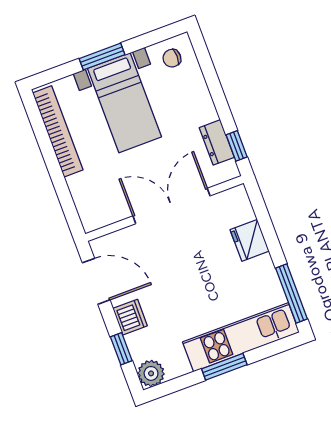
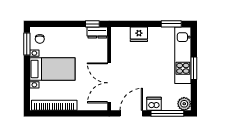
window: (102, 57) -> (27, 44), moved
dresser: (217, 142) -> (97, 33), moved
double door: (171, 206) -> (109, 83), moved
window: (291, 294) -> (171, 24), width x0.69
window: (121, 349) -> (167, 113), width x2.17

